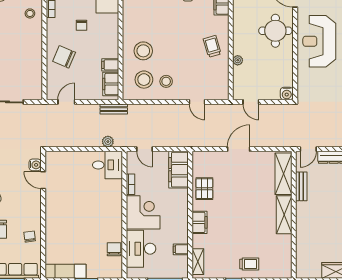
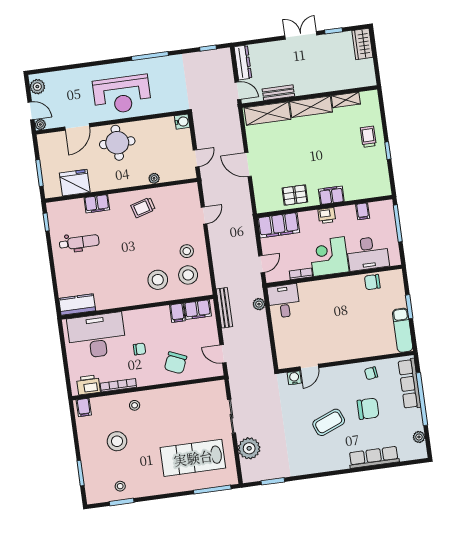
bench: (114, 109) -> (224, 308), width x1.36
printer: (181, 216) -> (327, 216), added
shelving: (198, 262) -> (346, 100), moved

